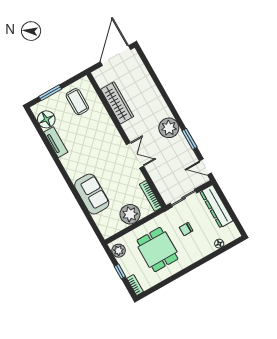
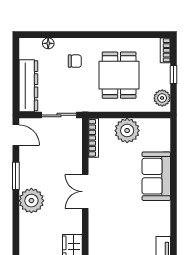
chair: (186, 229) -> (75, 61), moved

